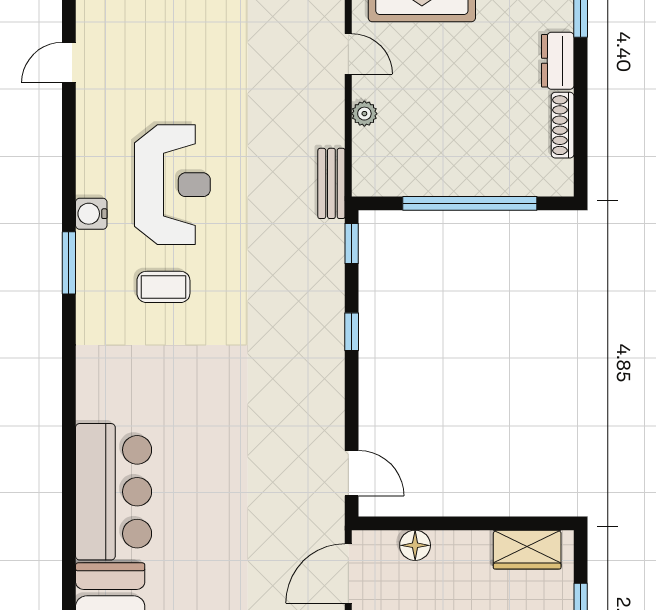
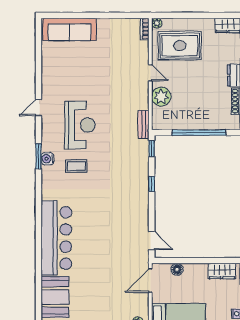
door: (69, 63) -> (38, 107), moved
plant: (364, 114) -> (161, 97), width x1.87, depth x1.87
water cooler: (91, 214) -> (47, 159), moved
bar counter: (114, 492) -> (56, 238), width x1.36

